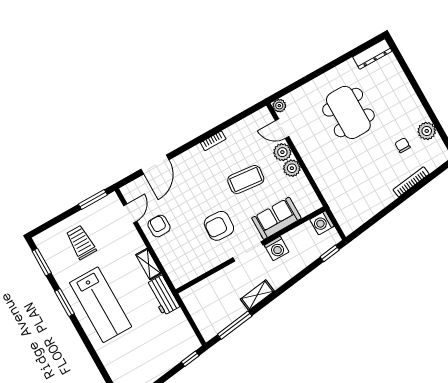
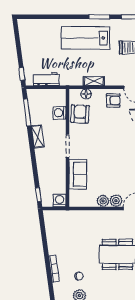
coffee table: (246, 180) -> (112, 169), removed
armchair: (219, 226) -> (80, 114), moved
washing machine: (277, 248) -> (59, 113), moved
floor lamp: (170, 264) -> (86, 94), added
workbench: (163, 295) -> (46, 79), moved

